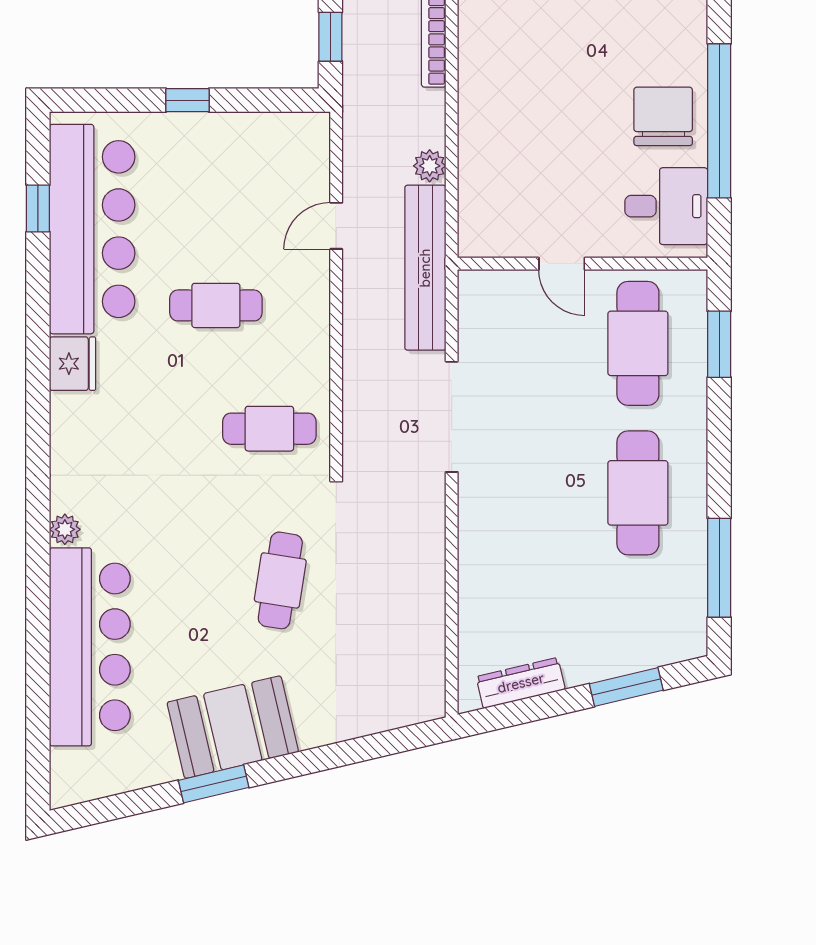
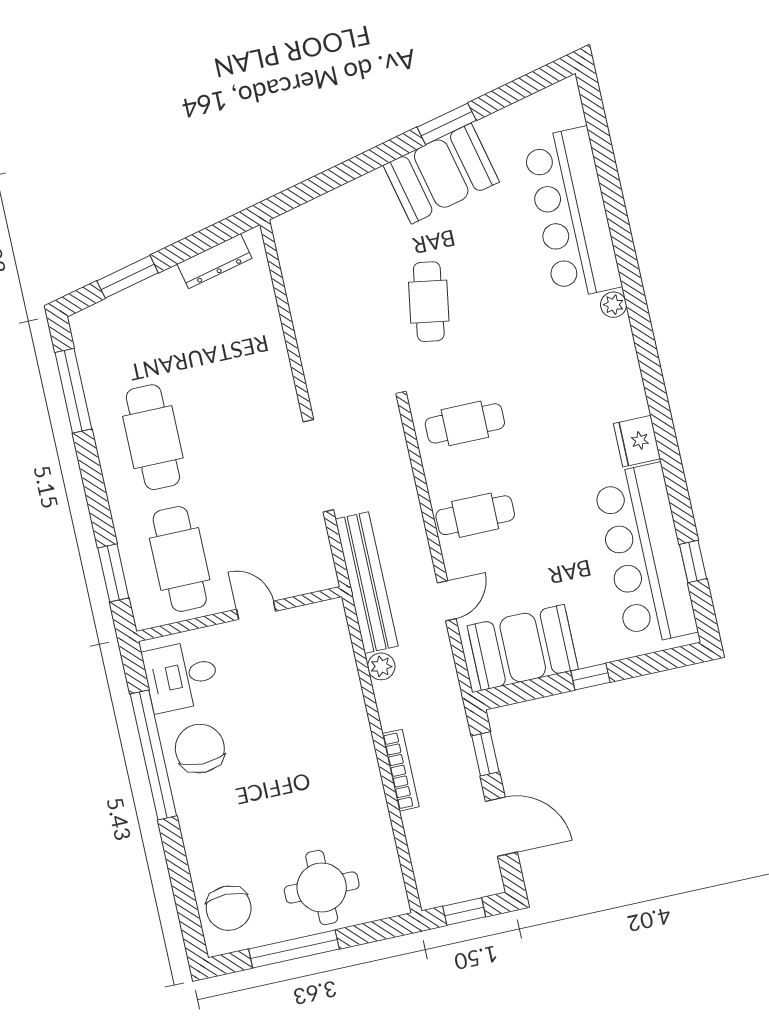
chair: (663, 116) -> (200, 749), turned 180
booth: (259, 152) -> (523, 647), added
cafe table: (216, 305) -> (475, 515), moved

